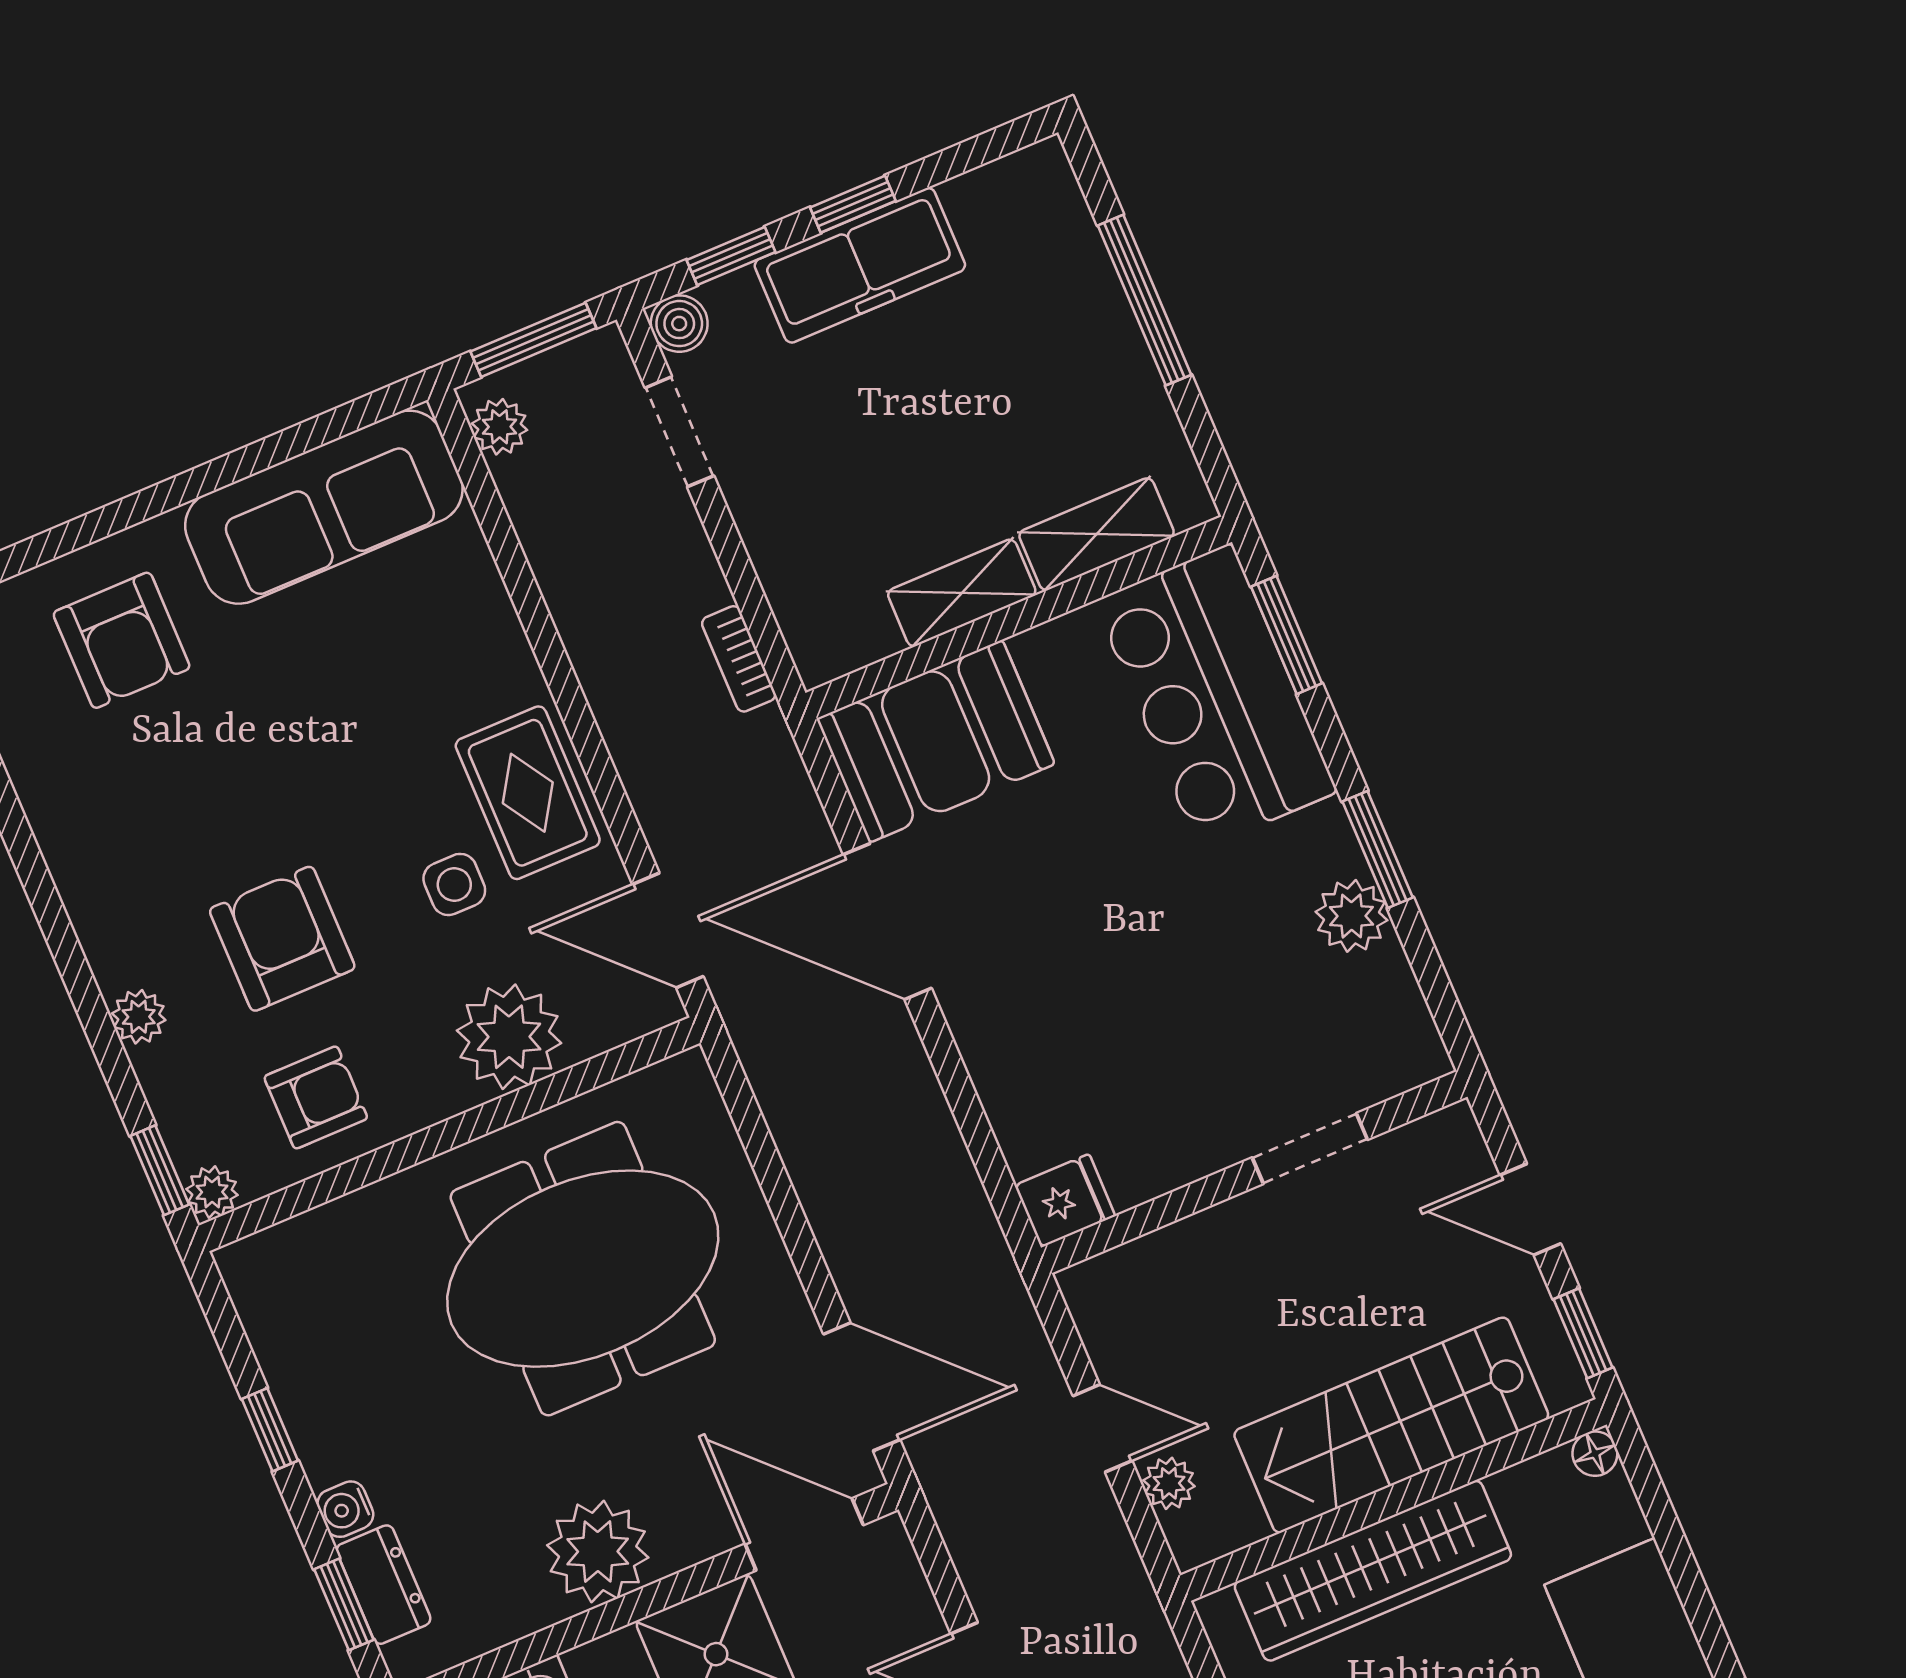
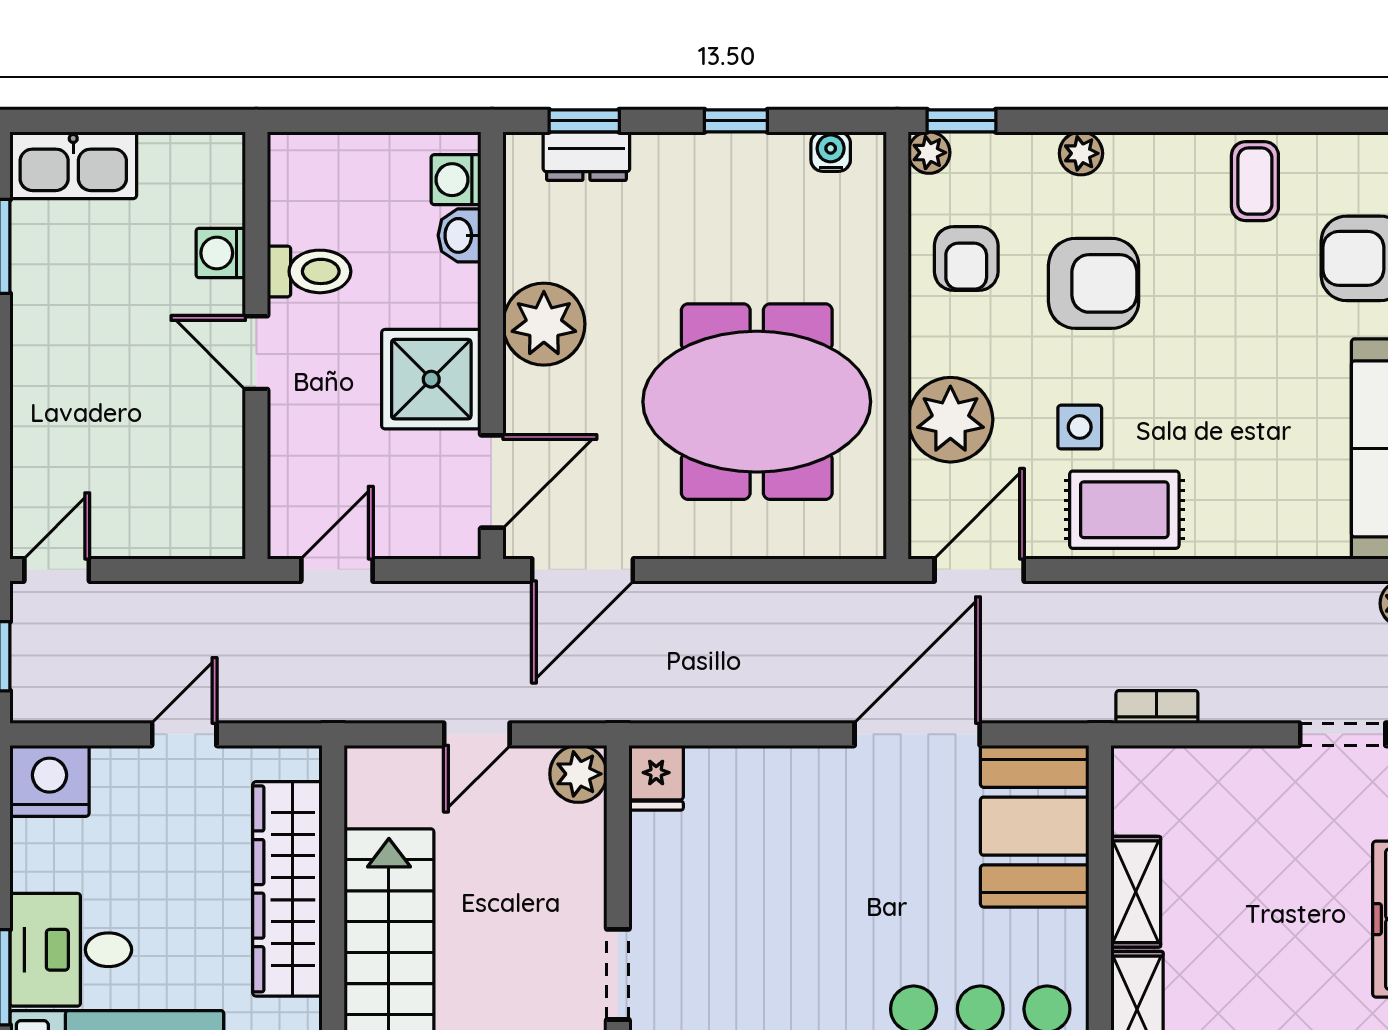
coffee table: (86, 803) -> (1255, 181), added
meeting table: (583, 1269) -> (757, 402), turned 90
plant: (1169, 1483) -> (578, 774), moved, width x1.38, depth x1.38
water cooler: (345, 1509) -> (831, 152), moved

